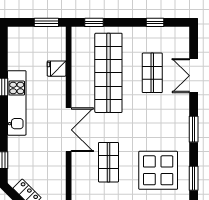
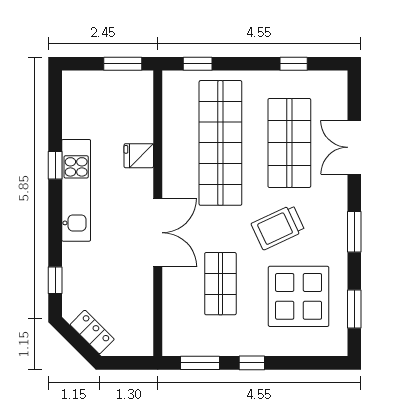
fridge: (57, 69) -> (139, 156), moved
shop shelf: (152, 73) -> (289, 143), width x1.43, depth x1.36
trolley: (145, 126) -> (278, 227), added

